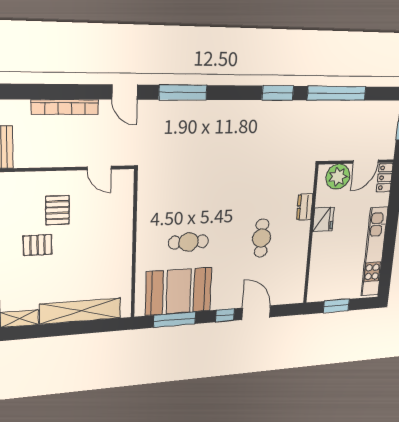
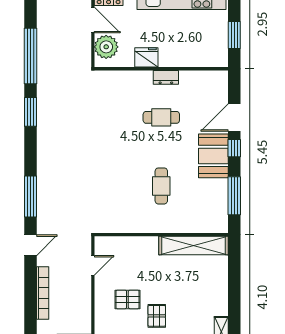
dresser: (305, 207) -> (166, 77), moved
booth: (179, 291) -> (213, 156), moved, width x0.73, depth x0.70
shelving: (80, 311) -> (194, 246), moved, turned 90

